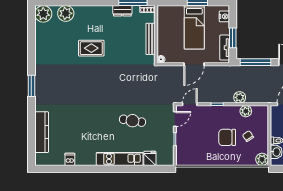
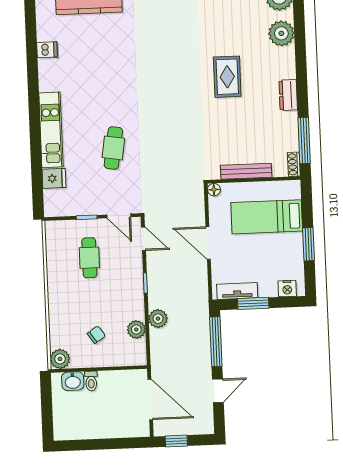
dresser: (122, 11) -> (288, 95), moved
bed: (194, 27) -> (267, 217), moved
chair: (227, 137) -> (93, 301), removed
cafe table: (200, 138) -> (89, 258), added

